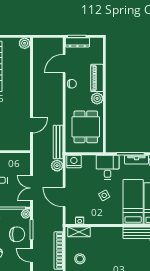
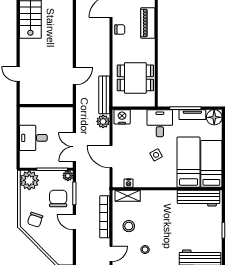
plant: (97, 98) -> (148, 46), removed
dining table: (86, 127) -> (135, 78), turned 90
chair: (17, 234) -> (58, 199), turned -90

